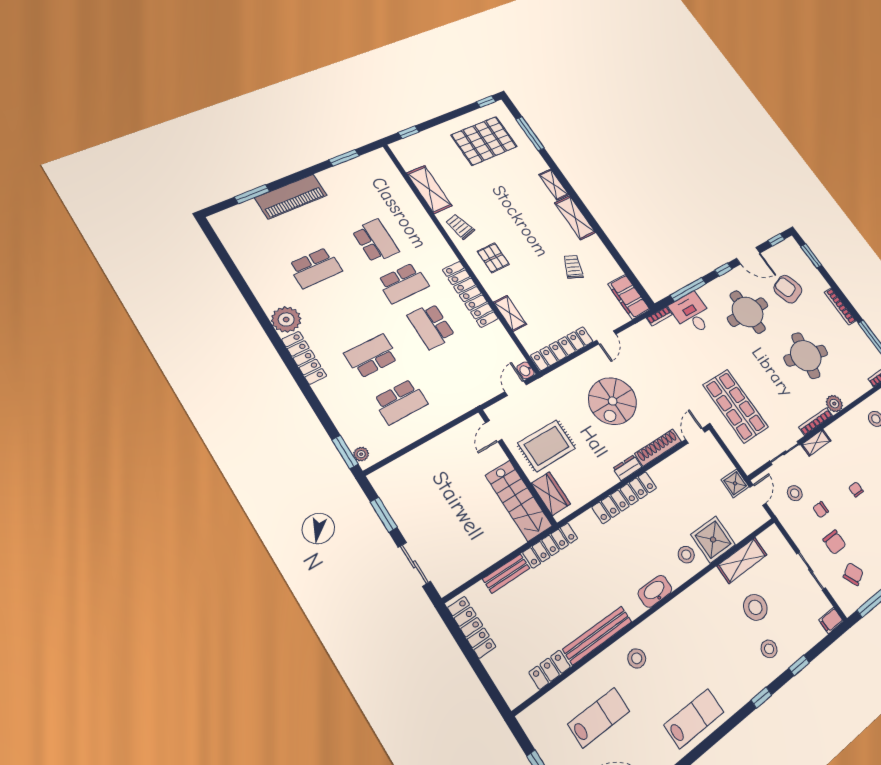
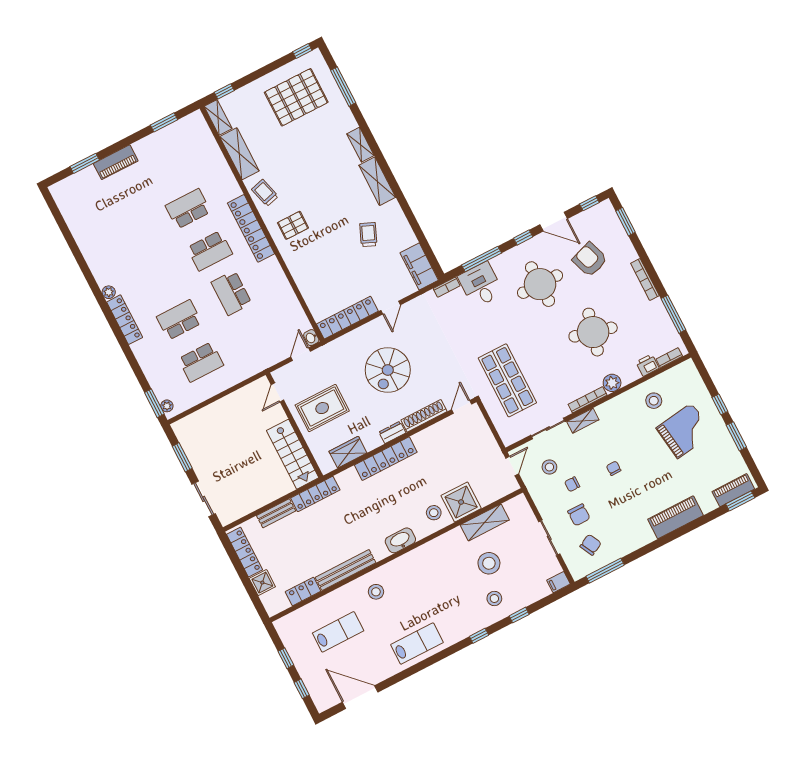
piano: (291, 197) -> (116, 162), width x0.73, depth x0.75
school desk: (376, 241) -> (188, 209), turned -90
pallet: (493, 258) -> (293, 225), turned 90
school desk: (315, 268) -> (136, 236), removed
locker: (470, 294) -> (251, 228), moved
shelving: (510, 313) -> (218, 117), moved
plant: (286, 320) -> (109, 292), width x0.53, depth x0.53
printer: (862, 385) -> (647, 365), added
shower: (735, 483) -> (262, 583), moved
wardrobe: (551, 494) -> (348, 452), moved, turned -90

